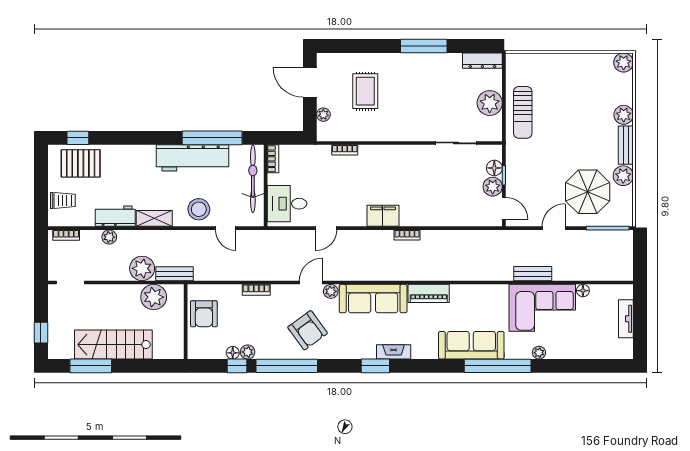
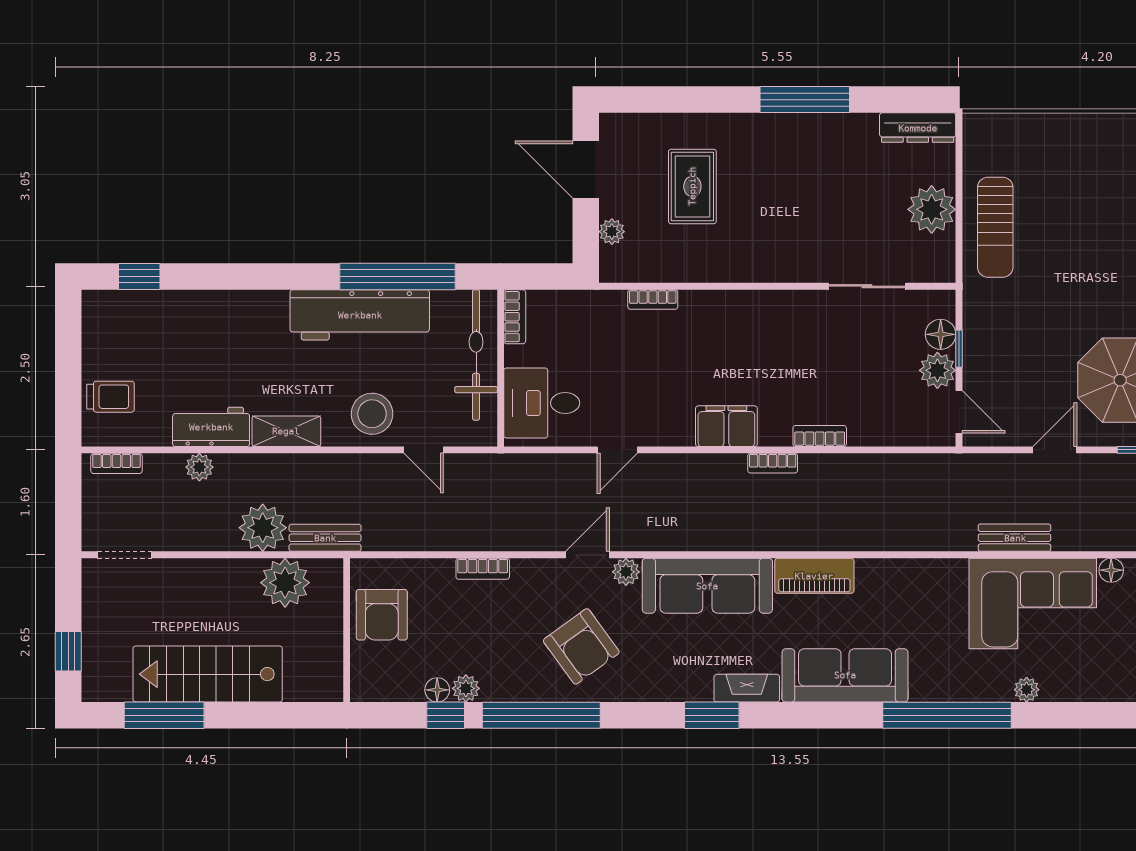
pallet: (81, 163) -> (145, 325), removed
bookcase: (431, 221) -> (820, 436), added
sofa: (471, 345) -> (845, 675), moved

